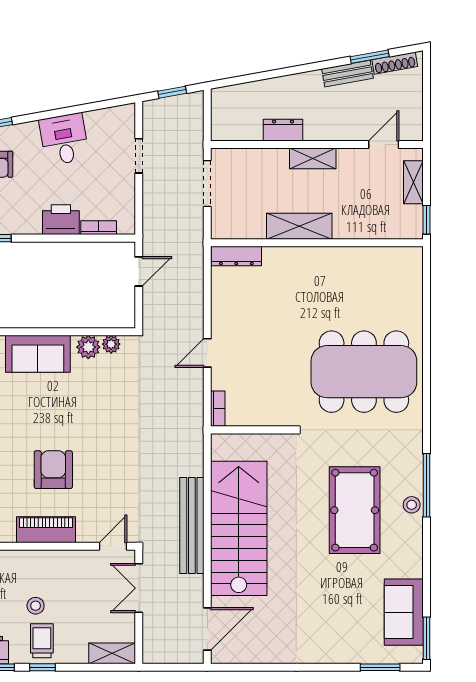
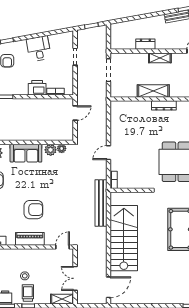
dresser: (236, 256) -> (164, 105), moved
armchair: (53, 470) -> (33, 210), turned 90
bench: (192, 525) -> (101, 203), moved
double door: (139, 588) -> (75, 278), moved

